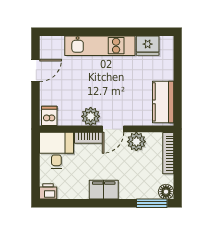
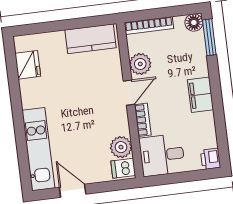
kitchen unit: (100, 46) -> (38, 149), moved
plant: (91, 116) -> (121, 147), moved
door: (113, 129) -> (129, 93), hinge flipped

